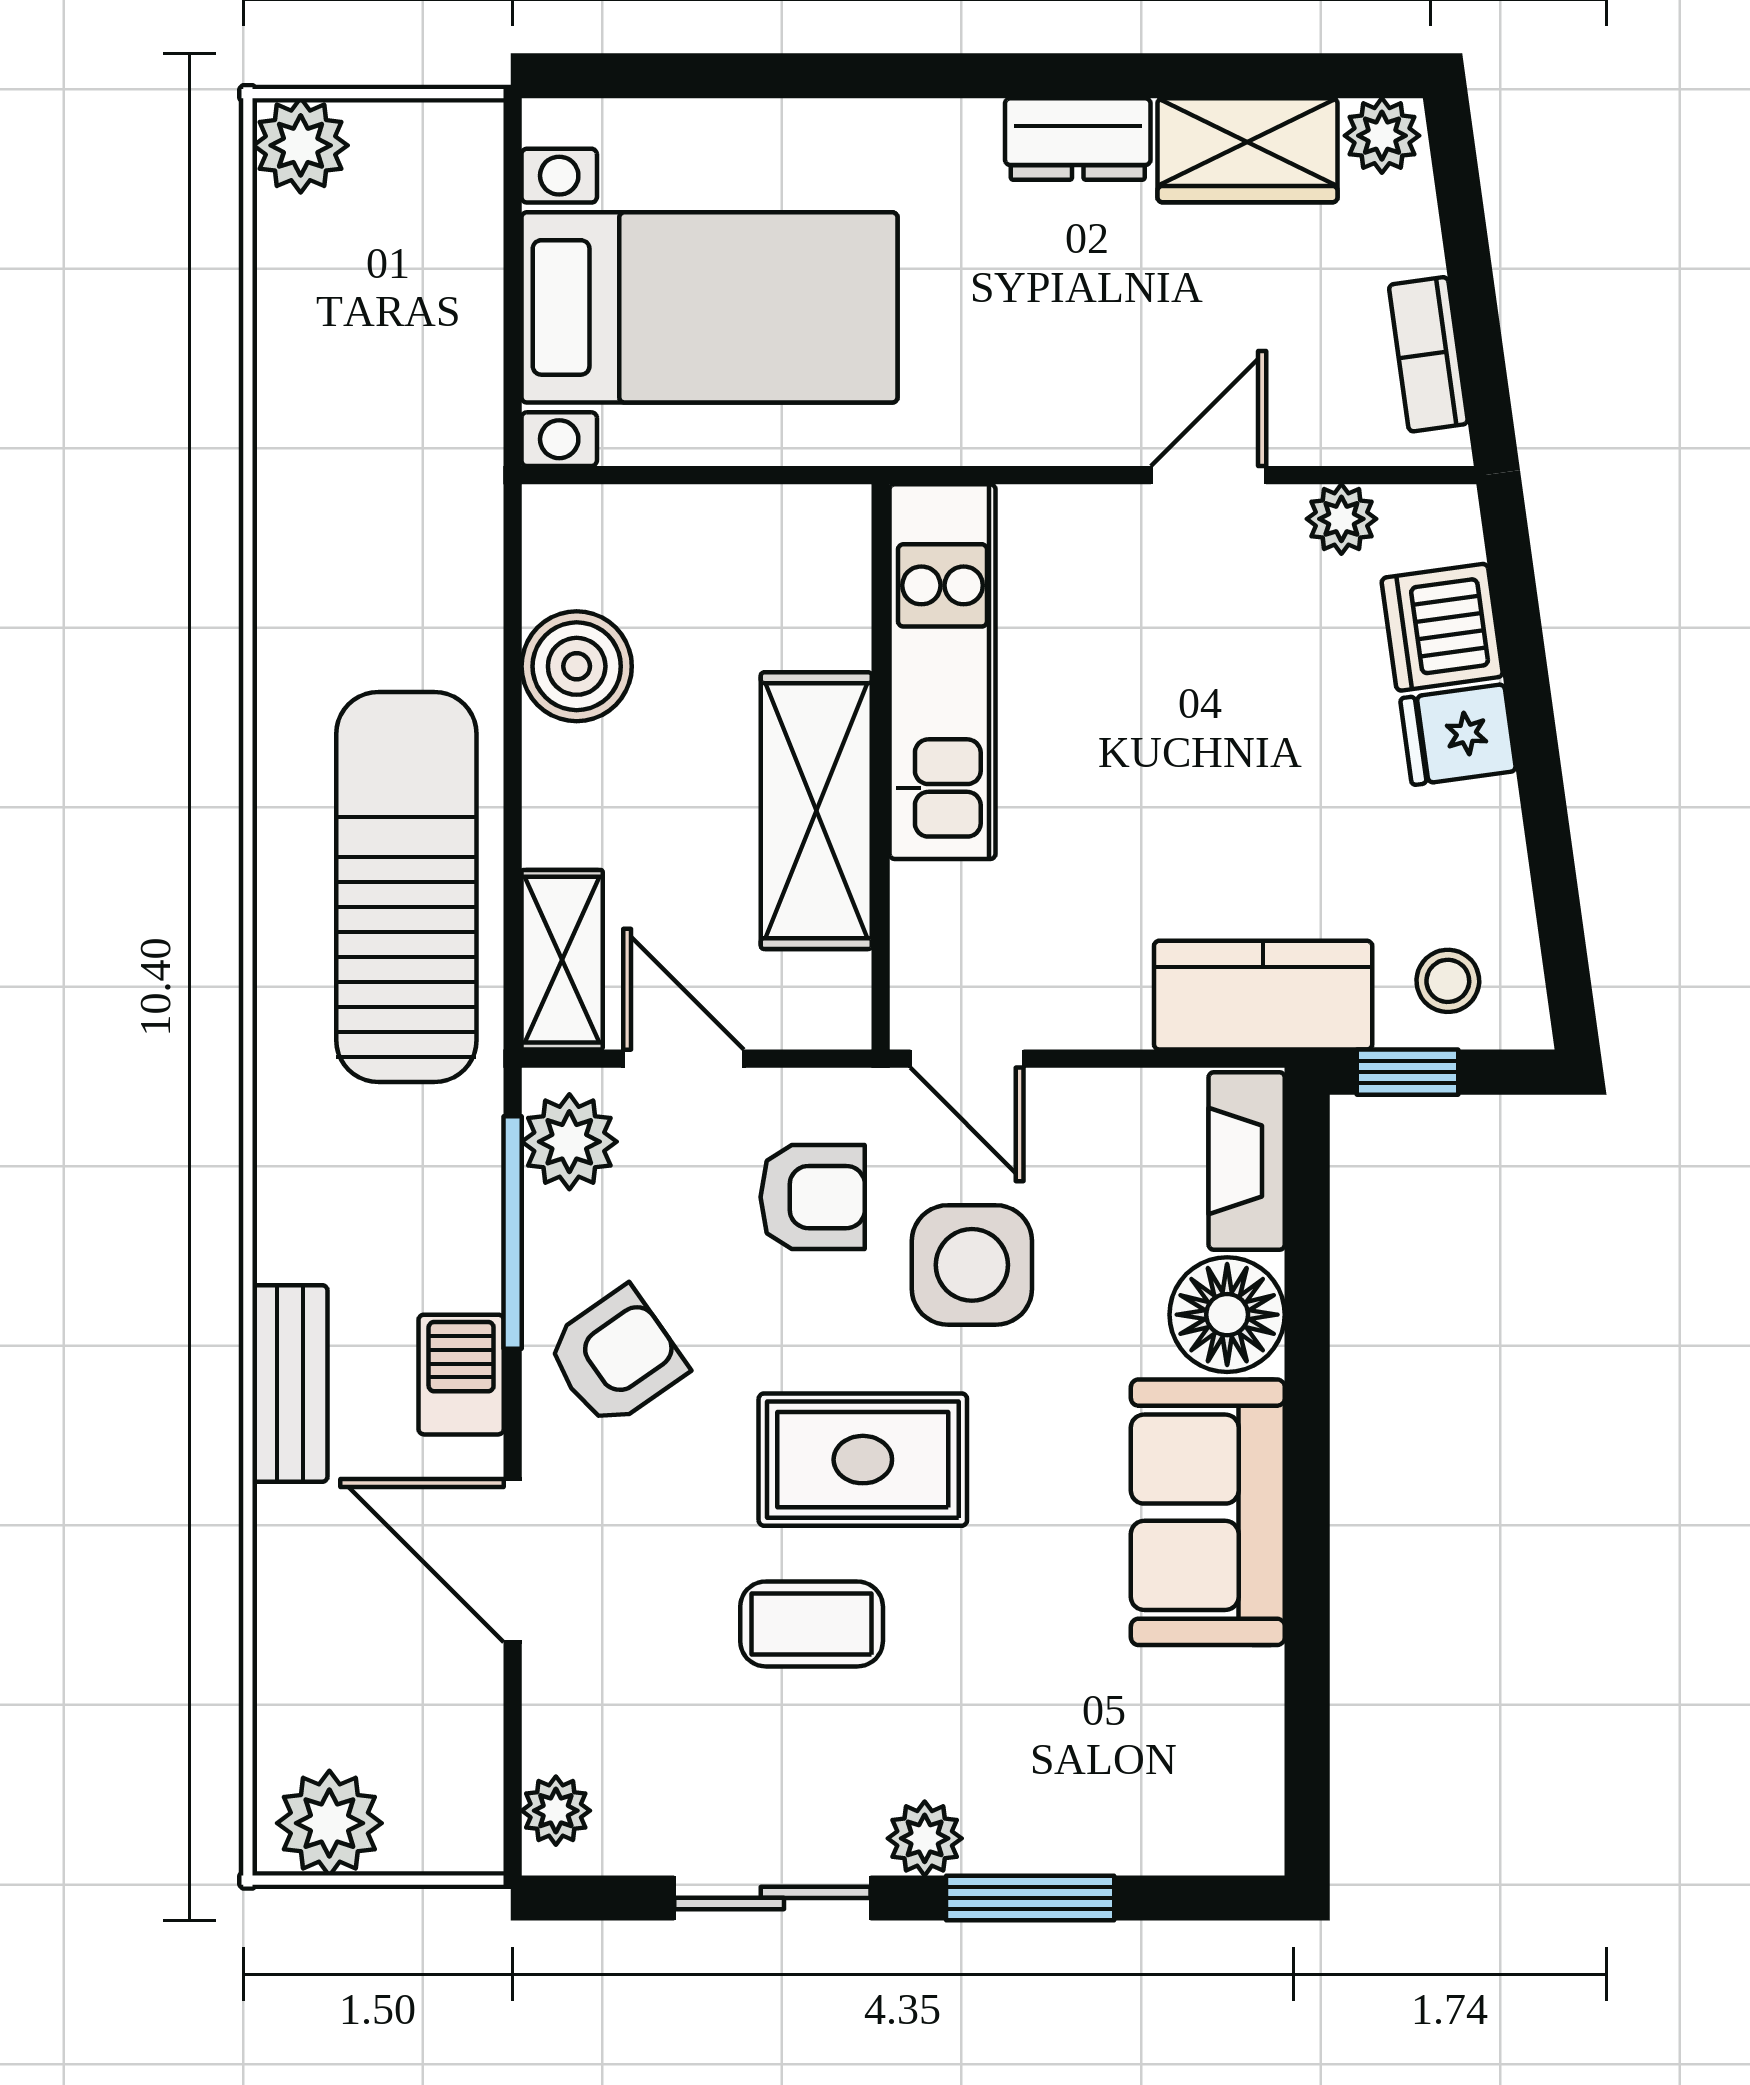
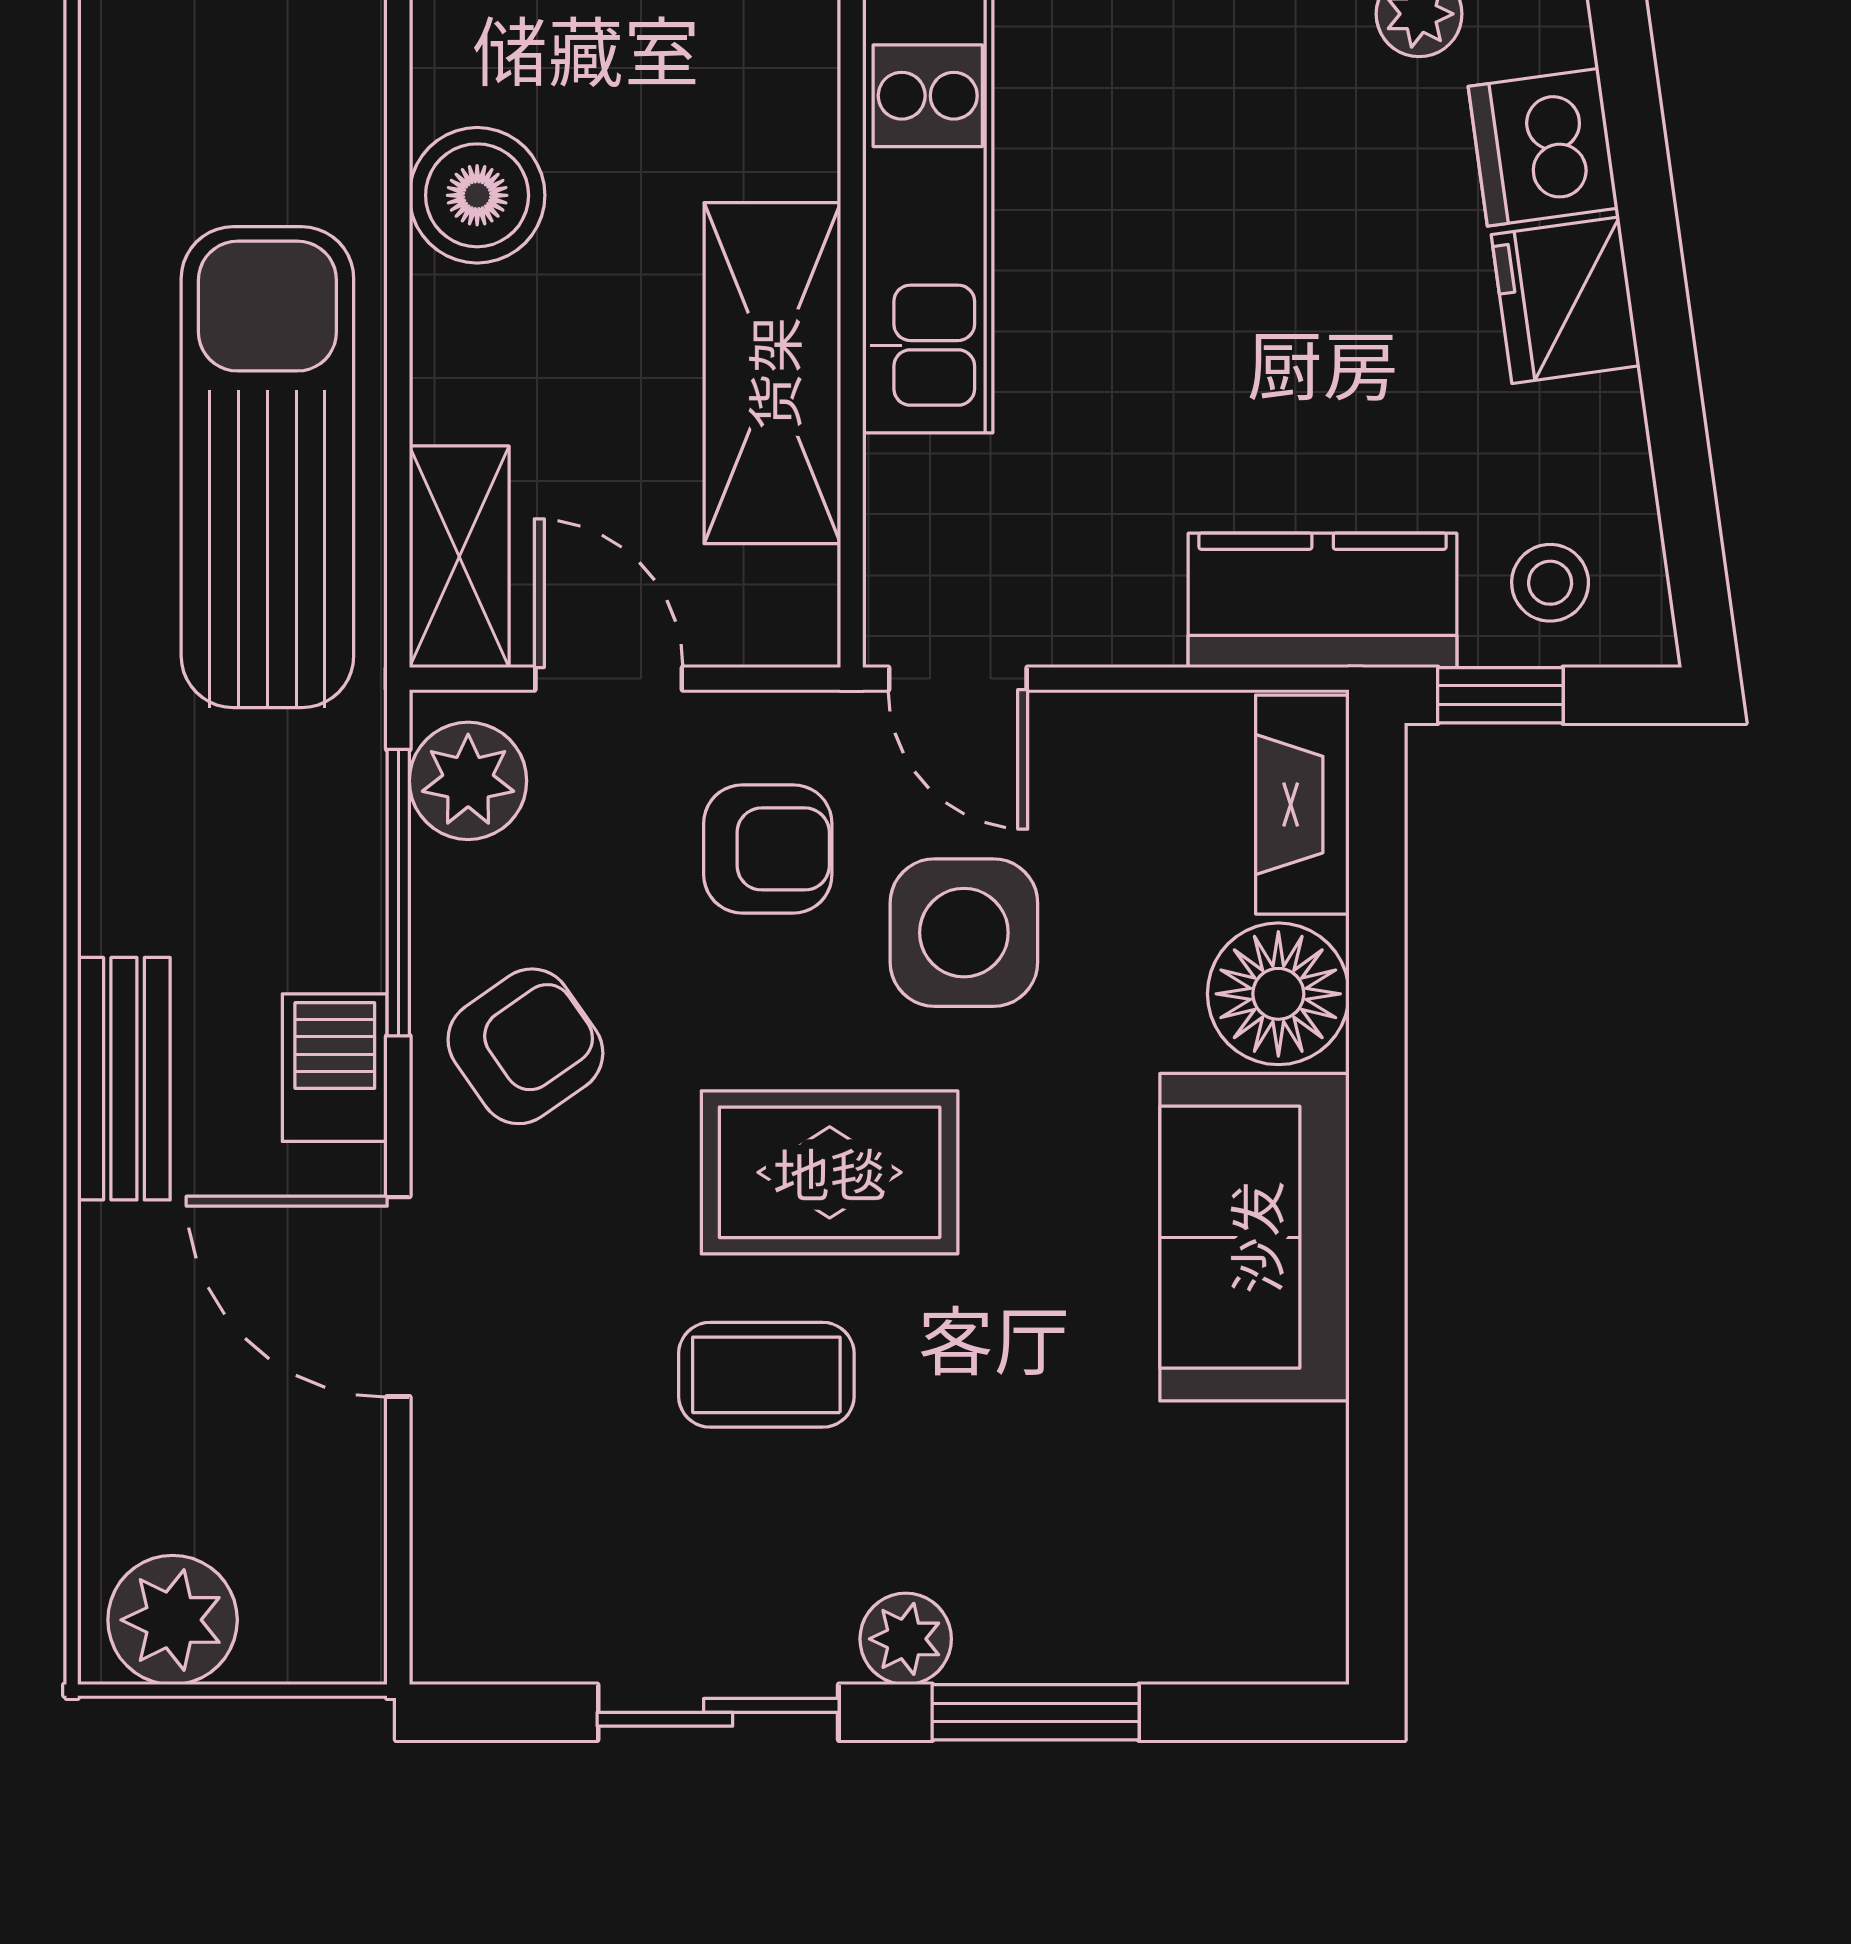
fridge: (1458, 735) -> (1566, 300), width x1.38
plant: (556, 1811) -> (451, 1605), removed

